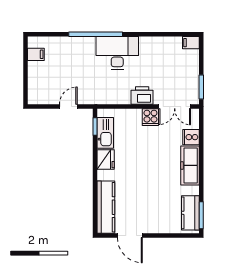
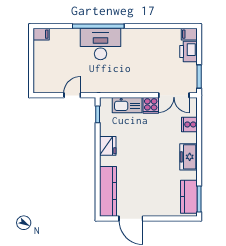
desk: (117, 53) -> (100, 44), moved
filing cabinet: (36, 54) -> (41, 34), moved
printer: (142, 96) -> (189, 51), moved, turned -90
kitchen sink: (105, 133) -> (127, 105), moved, turned 90
freezer: (190, 165) -> (188, 157), width x0.71

